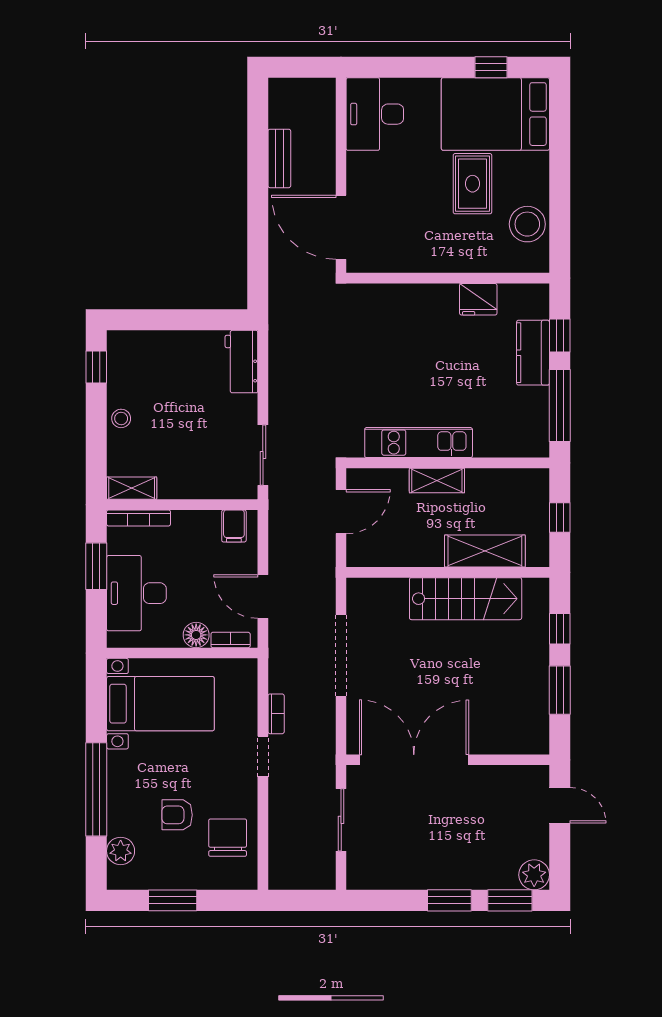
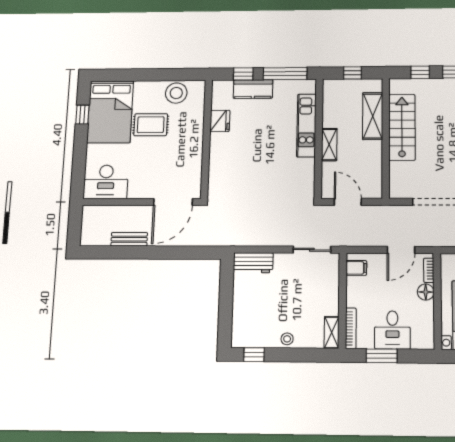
kitchen unit: (419, 443) -> (306, 125), moved
desk: (136, 593) -> (392, 330), width x0.73

